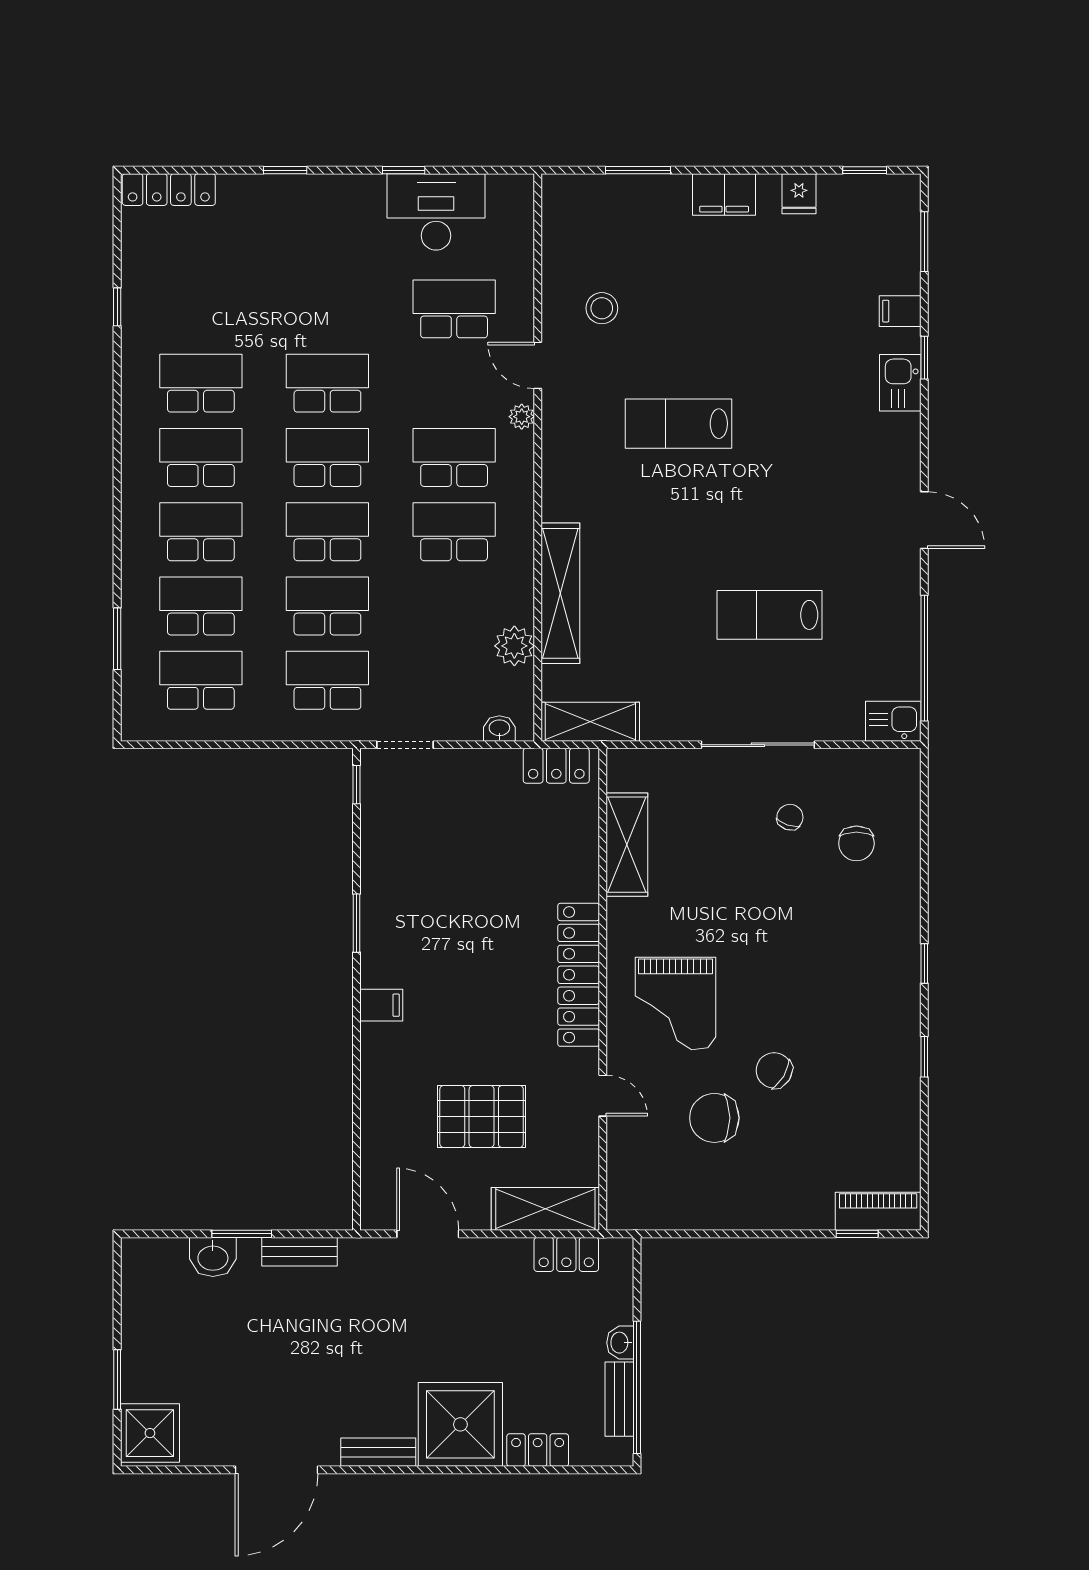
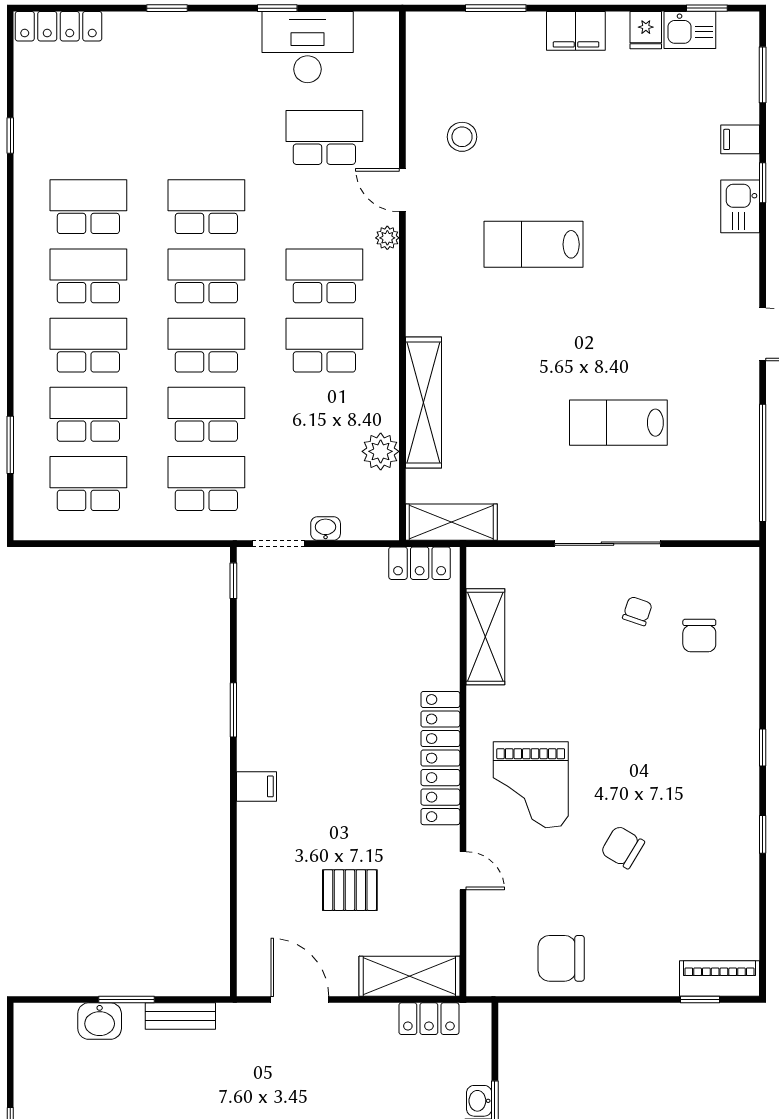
kitchen sink: (893, 721) -> (690, 30), moved, turned 180
washbasin: (499, 729) -> (326, 529), moved
pallet: (482, 1116) -> (350, 890), width x0.67, depth x0.71
chair: (714, 1118) -> (561, 958), moved

